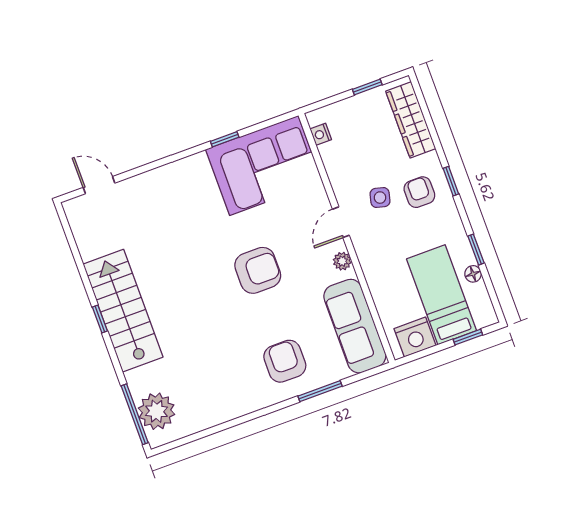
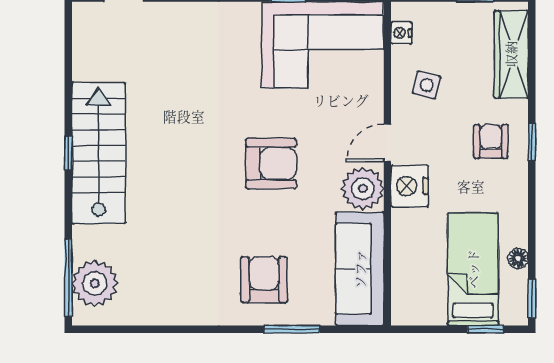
side table: (380, 198) -> (427, 85), moved
window: (476, 250) -> (532, 298), moved
plant: (342, 261) -> (363, 189), width x1.87, depth x1.87
nightstand: (415, 337) -> (410, 186), moved, turned 90

